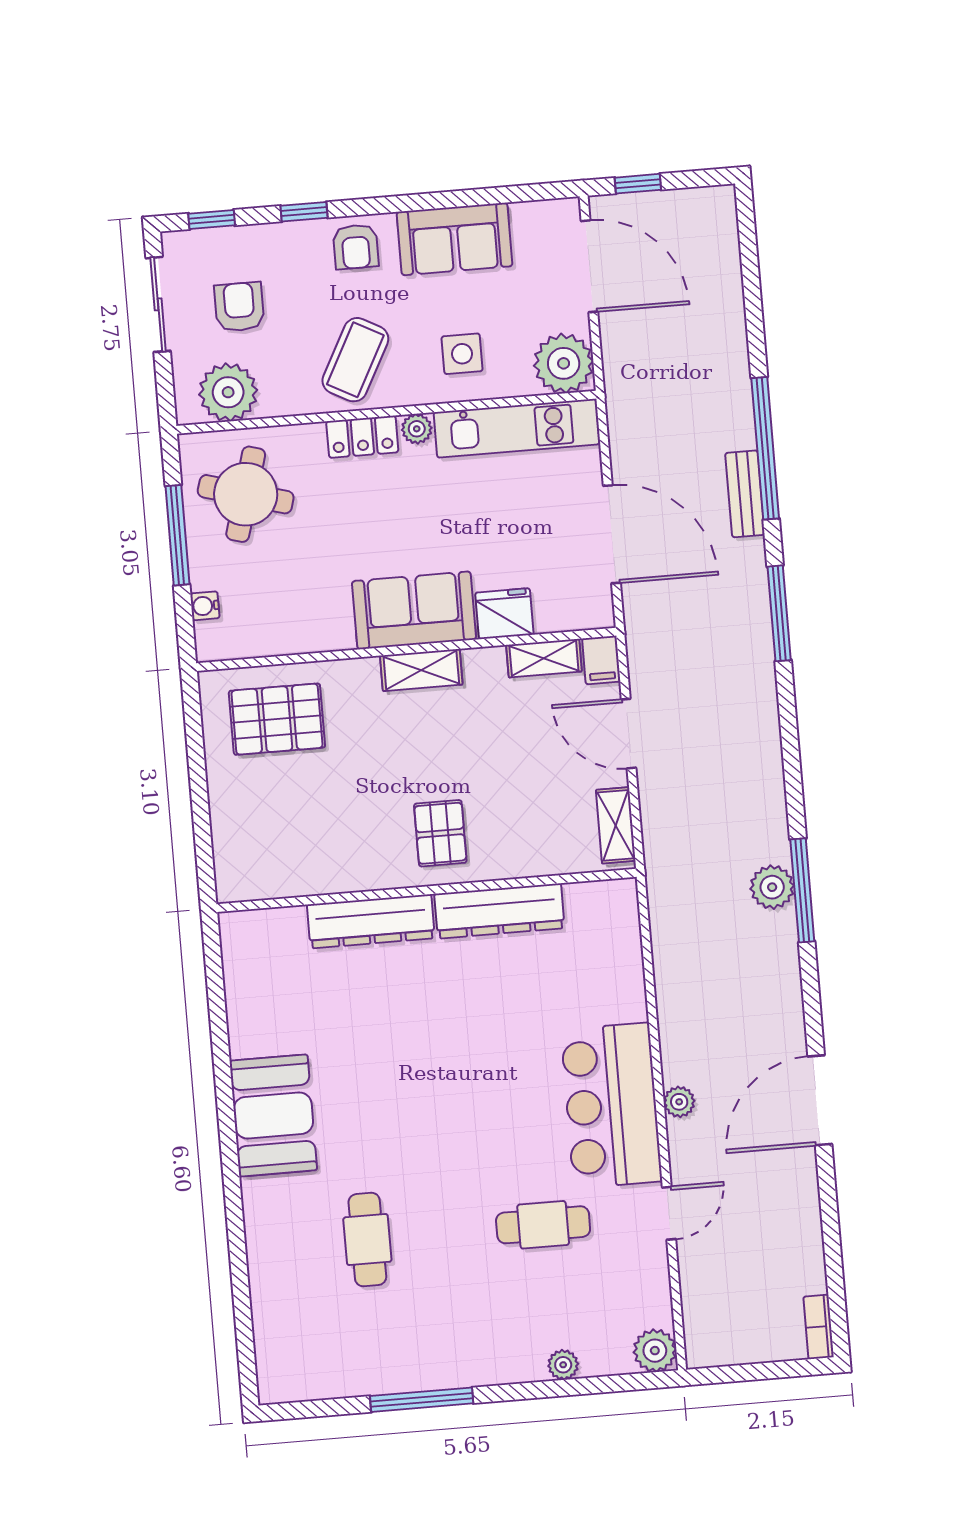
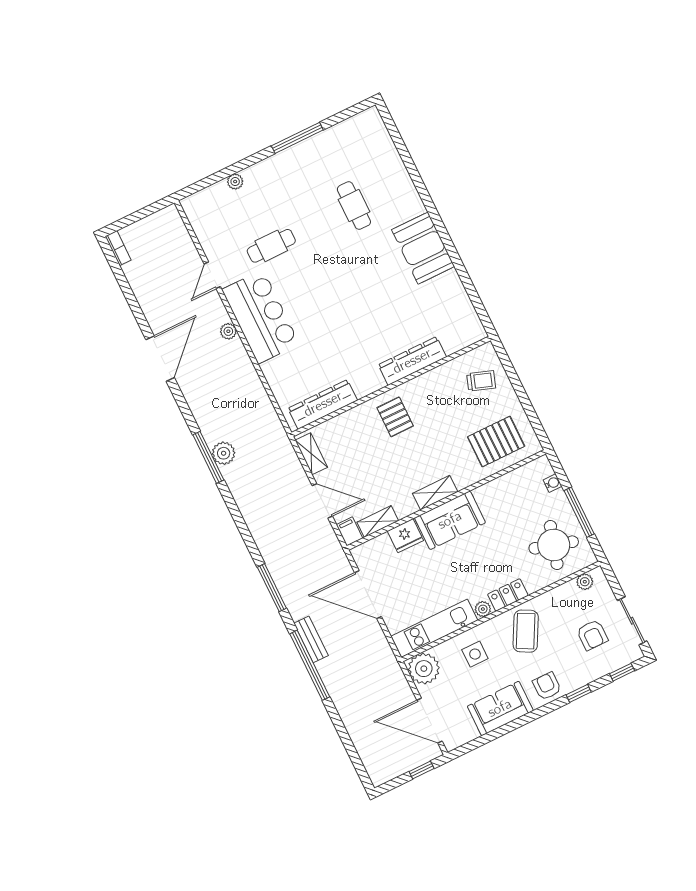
plant: (228, 392) -> (585, 582), width x0.53, depth x0.53
trolley: (262, 838) -> (481, 381), added
dresser: (499, 911) -> (323, 404), moved
plant: (655, 1351) -> (193, 206), removed

